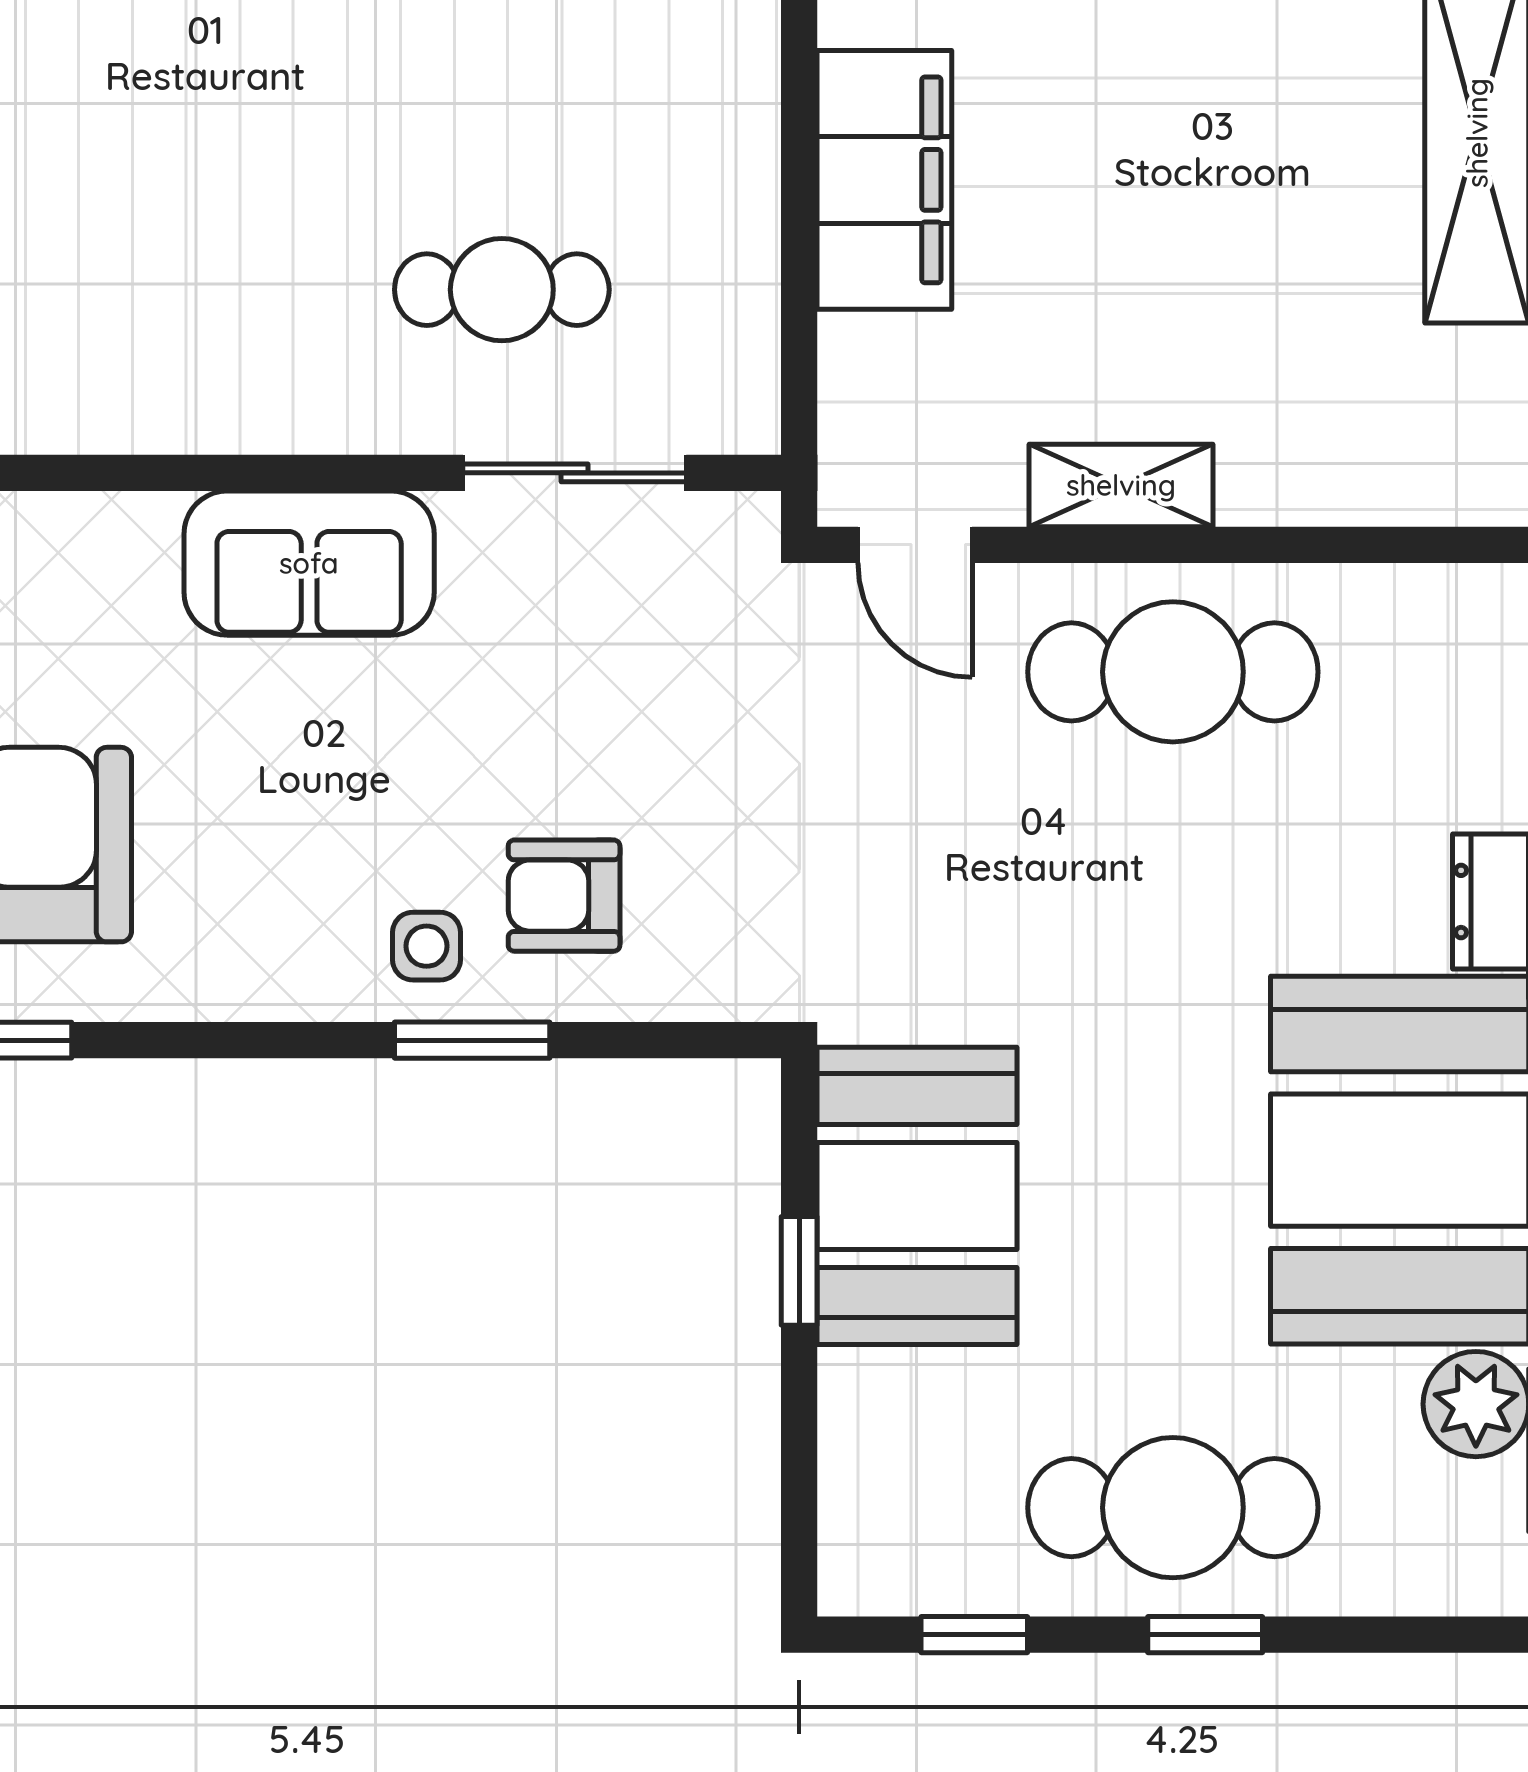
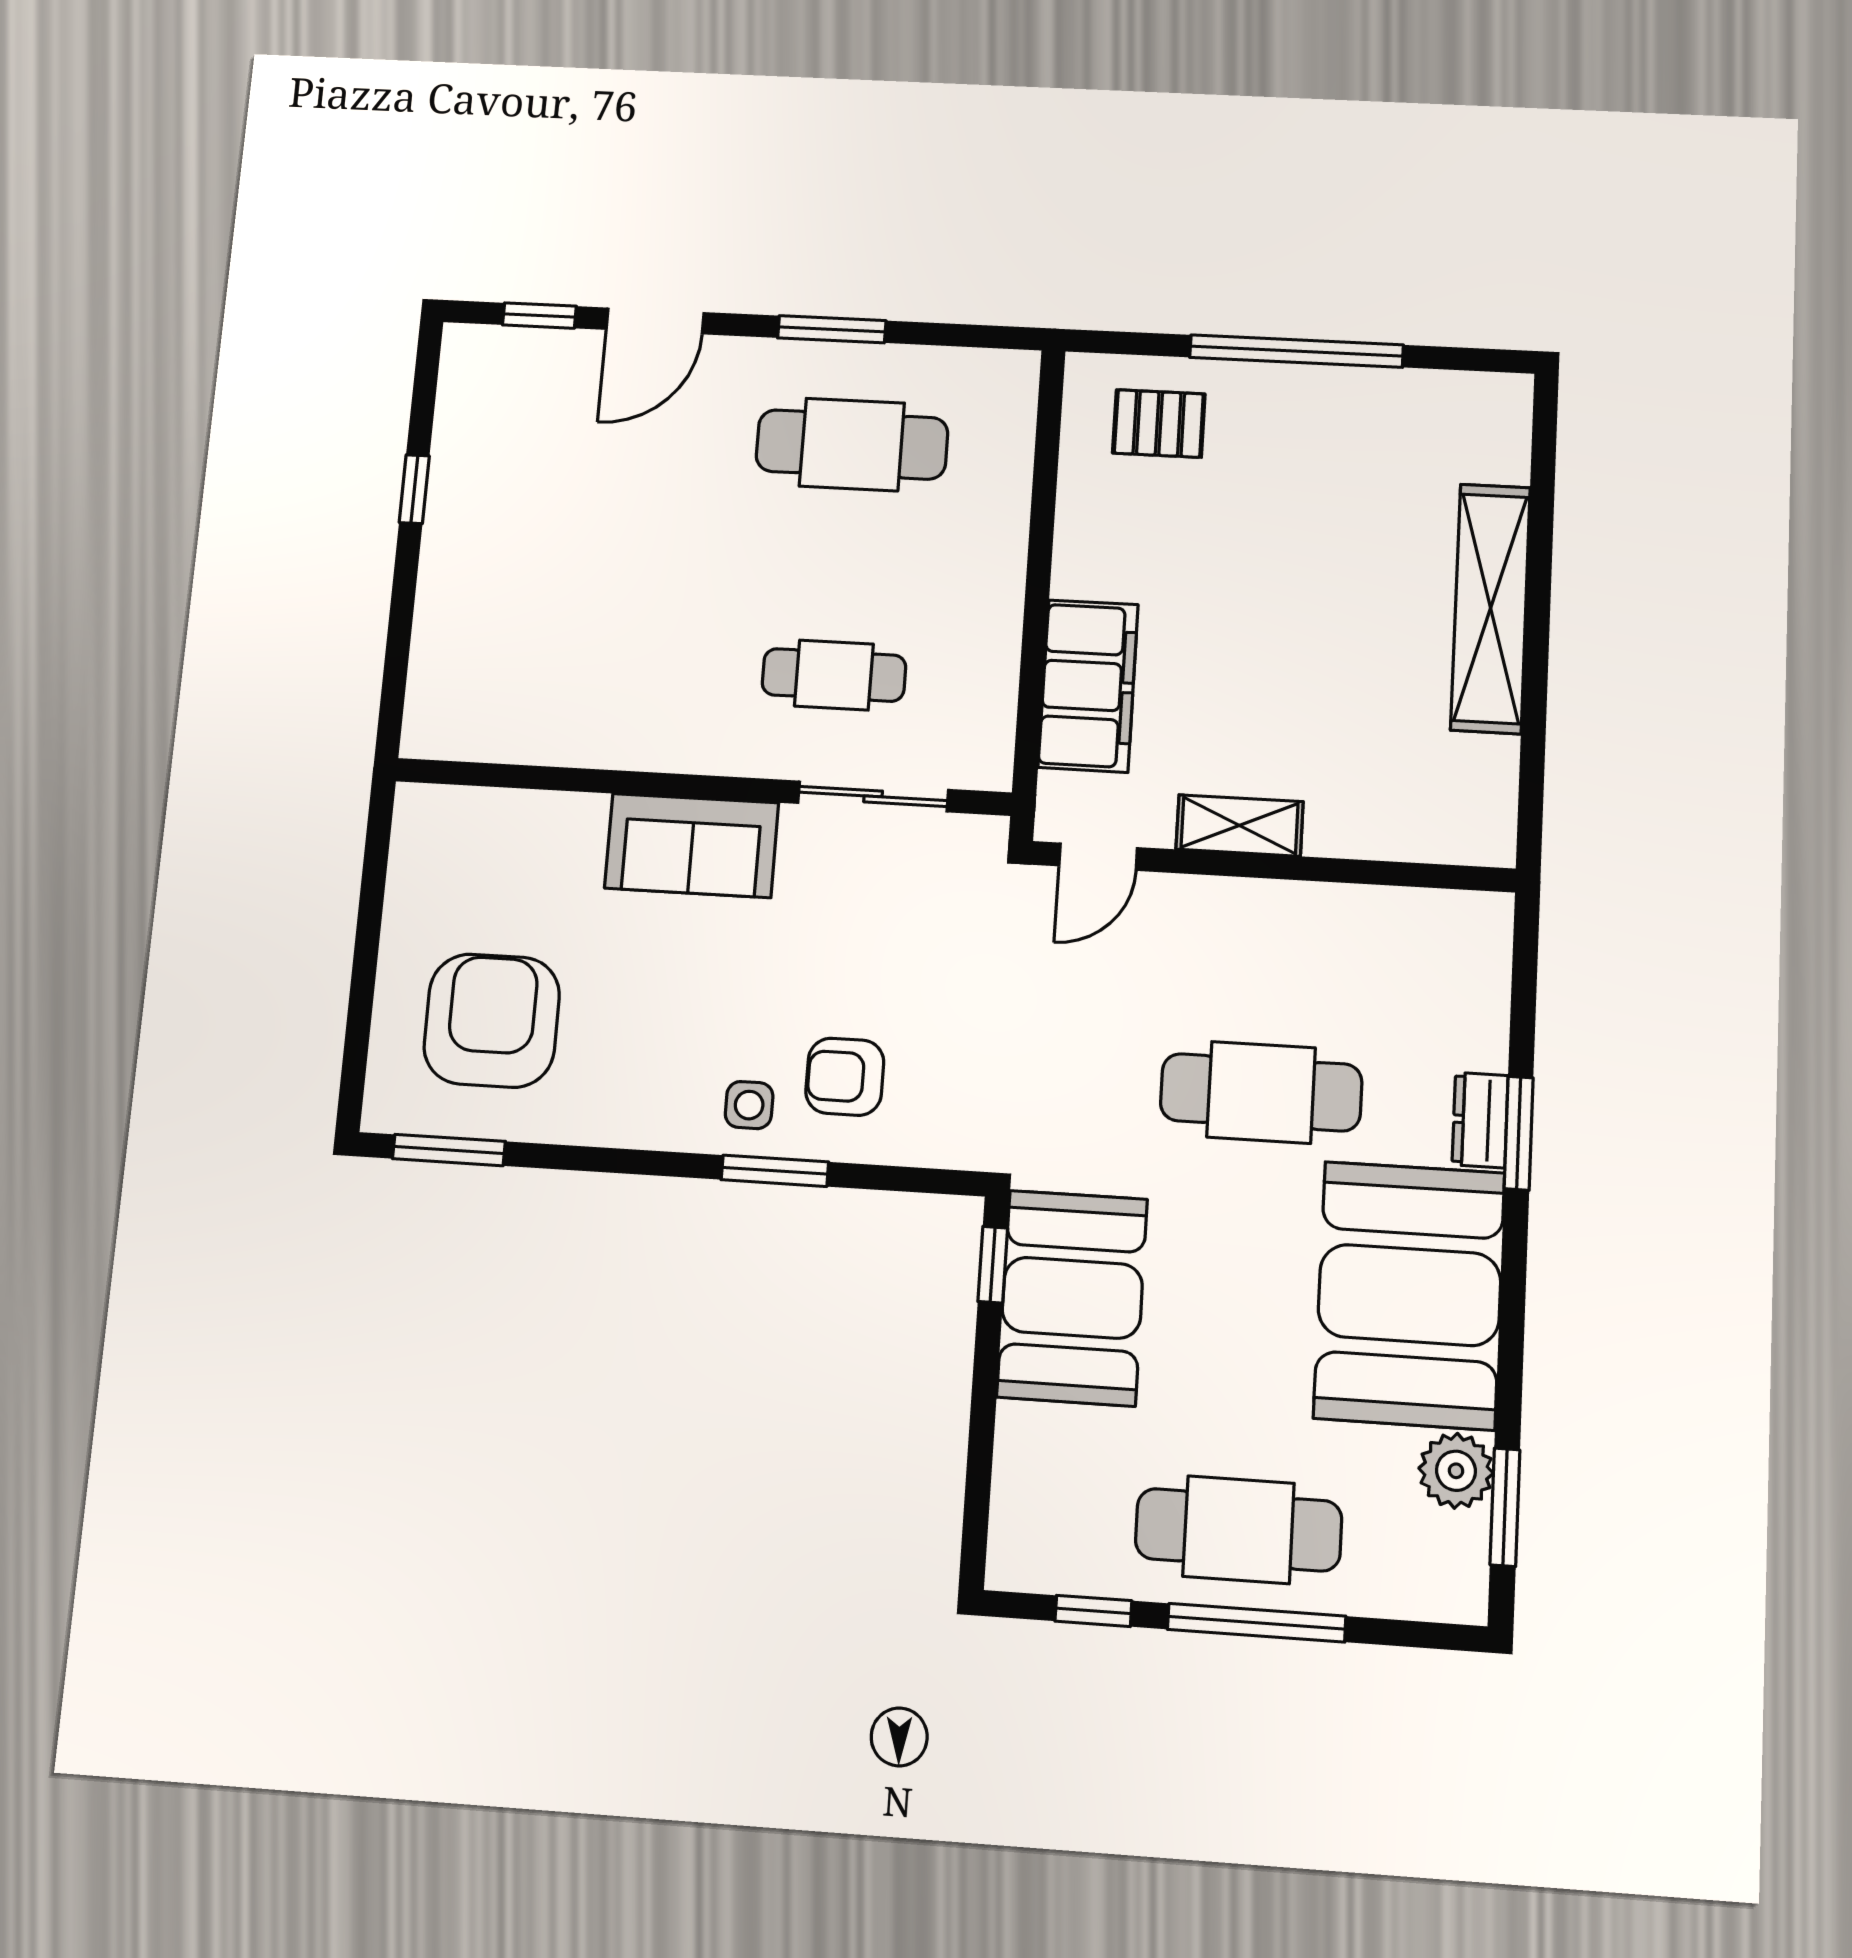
filing cabinet: (884, 180) -> (1088, 686), moved
door: (915, 545) -> (1098, 857), hinge flipped
cafe table: (1173, 672) -> (1261, 1092), moved
window: (799, 1271) -> (993, 1265), moved
window: (1205, 1635) -> (1257, 1623), width x2.17

